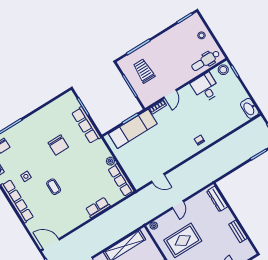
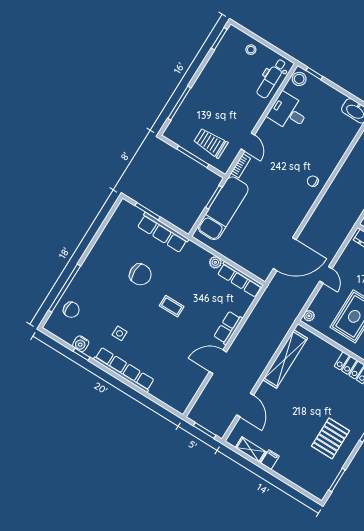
trolley: (144, 71) -> (211, 143), moved
door: (158, 178) -> (285, 254), width x1.88
coffee table: (54, 187) -> (172, 306), moved
door: (51, 244) -> (218, 362), moved

